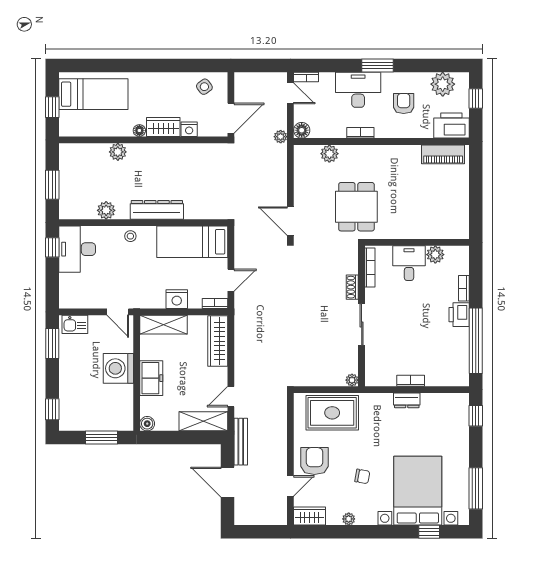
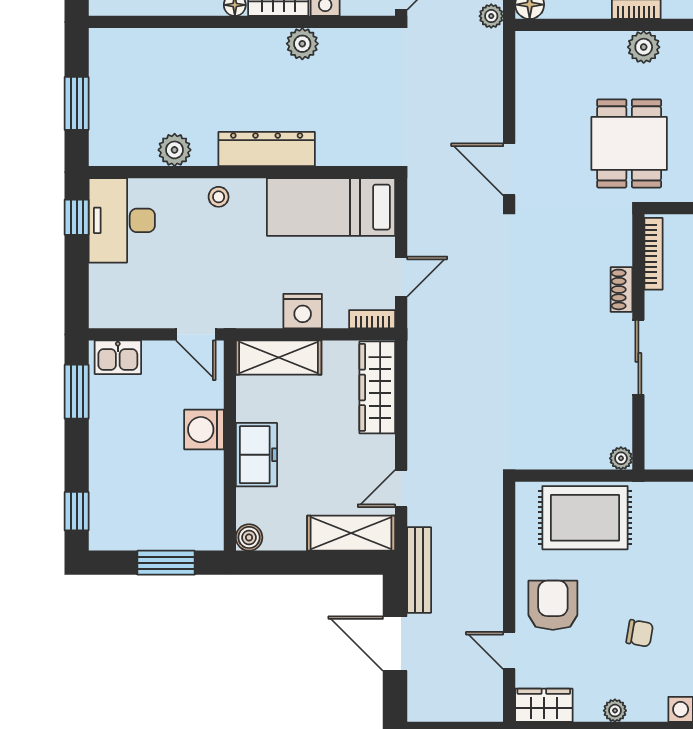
plant: (118, 152) -> (302, 44), moved
plant: (329, 154) -> (644, 47), moved
washing machine: (118, 368) -> (204, 430), width x0.73, depth x0.73
door: (290, 486) -> (509, 650), swing flipped

